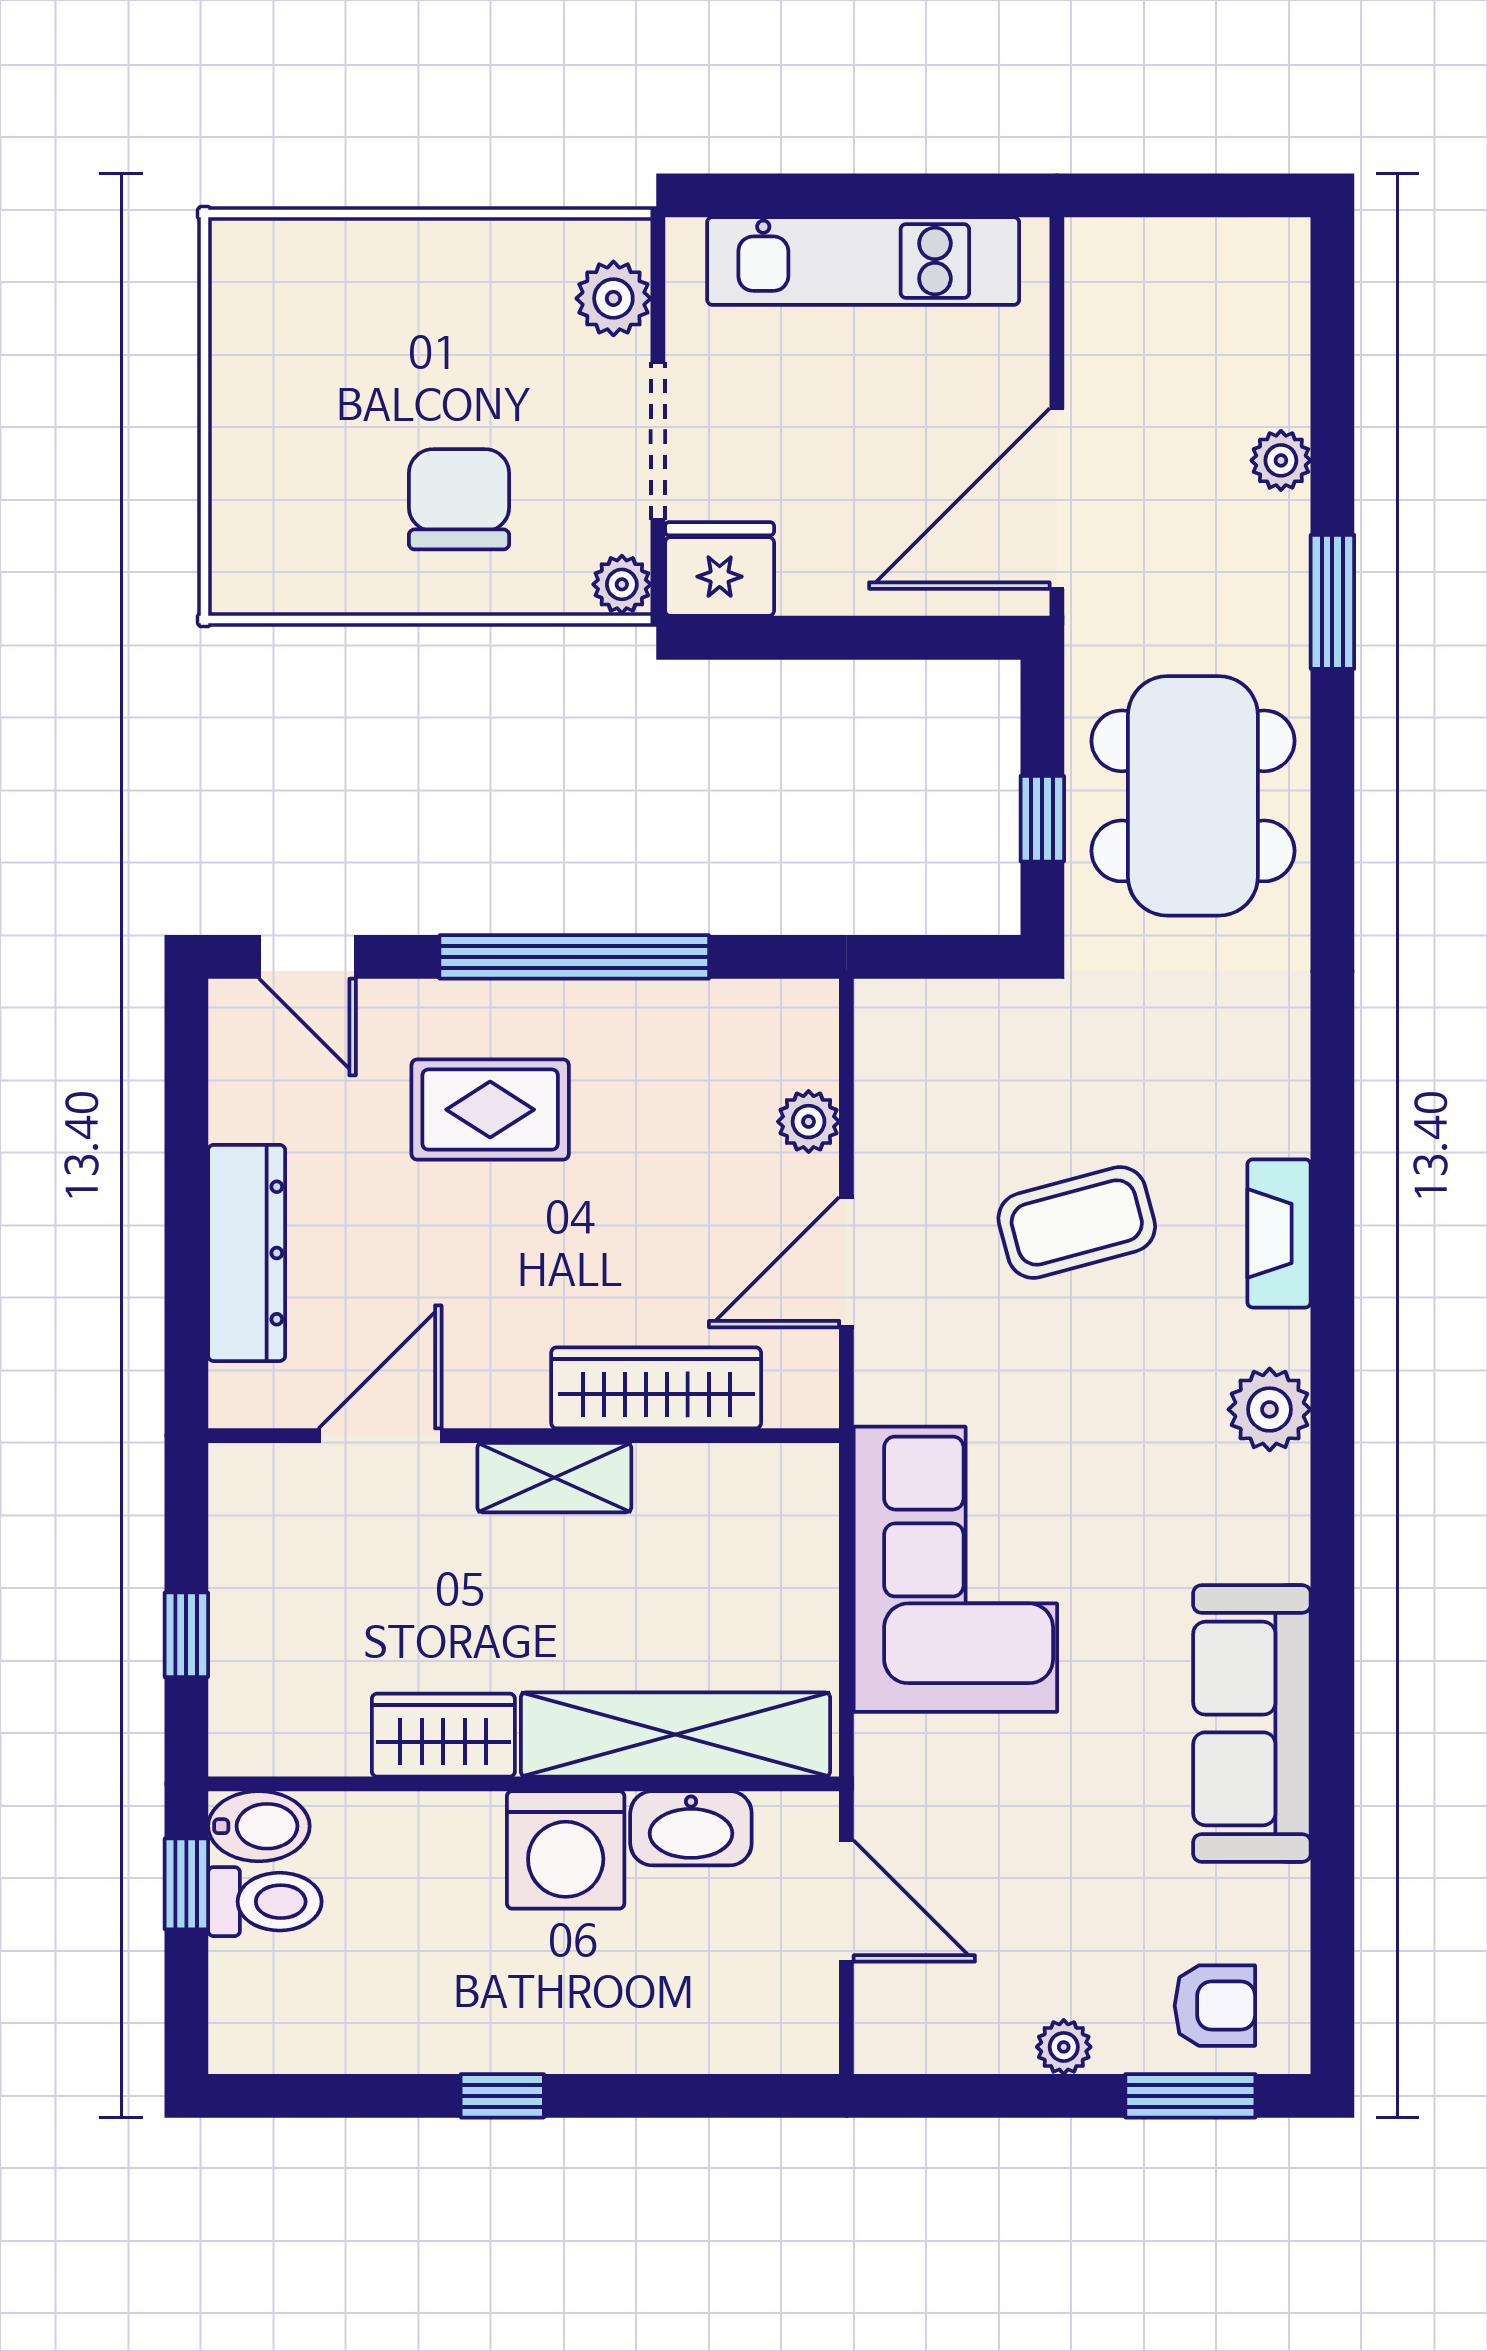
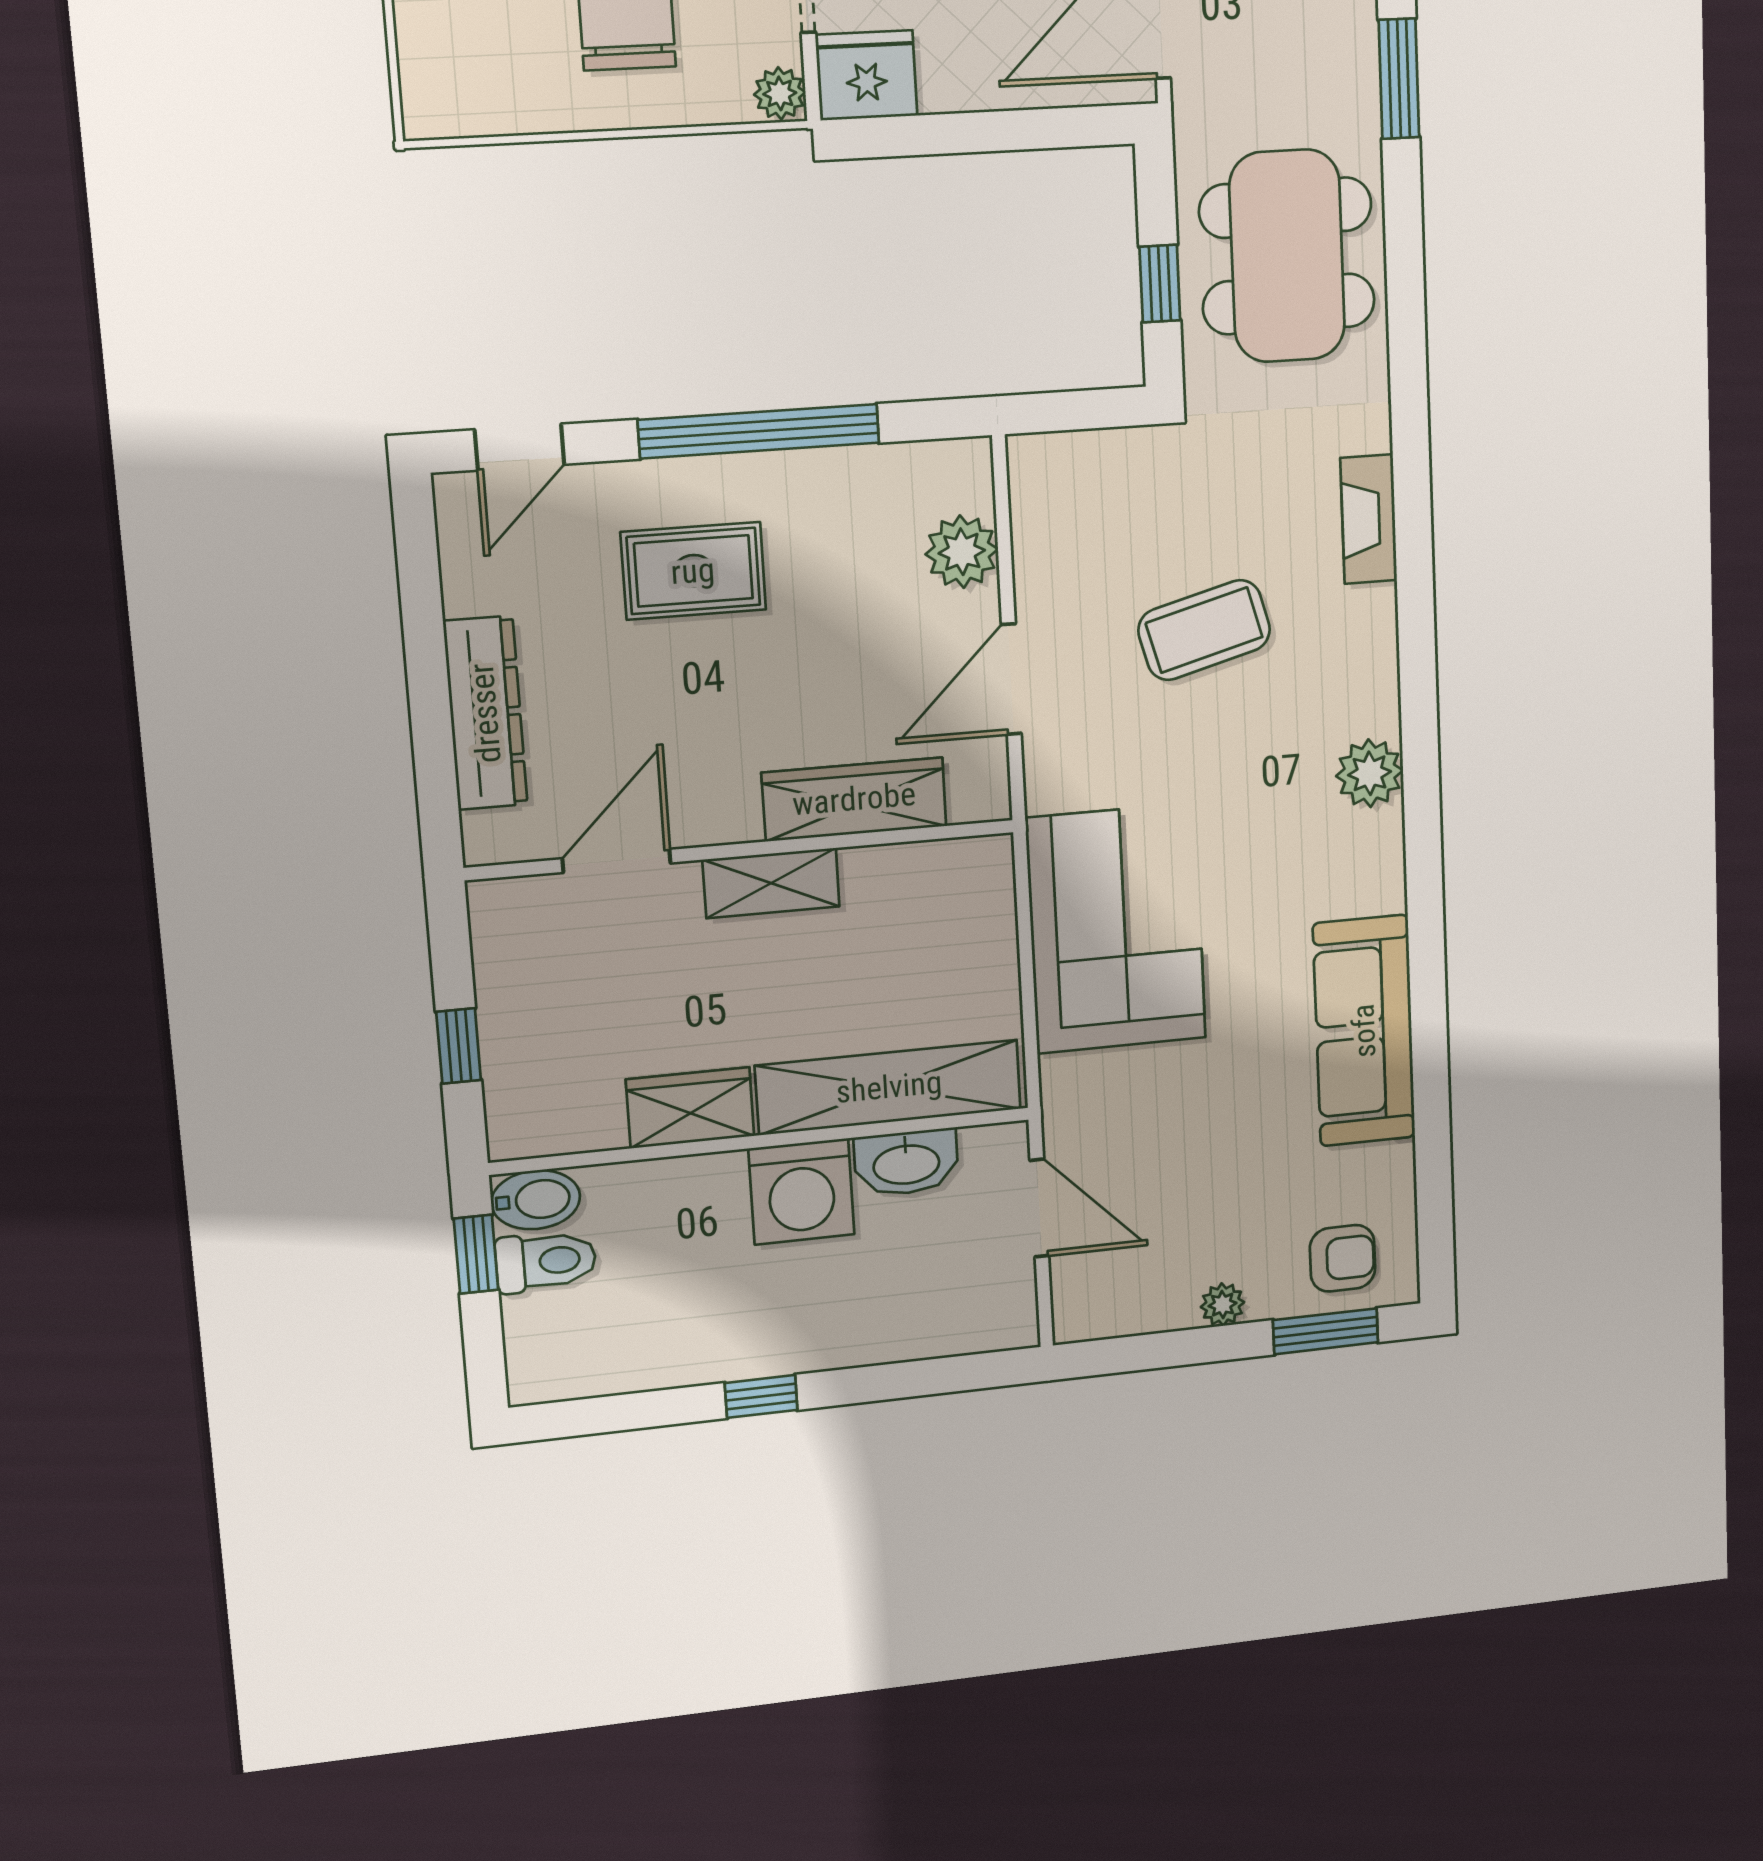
door: (307, 957) -> (520, 447), hinge flipped
plant: (809, 1122) -> (962, 552), width x1.38, depth x1.38
fireplace: (1279, 1233) -> (1369, 519), moved

